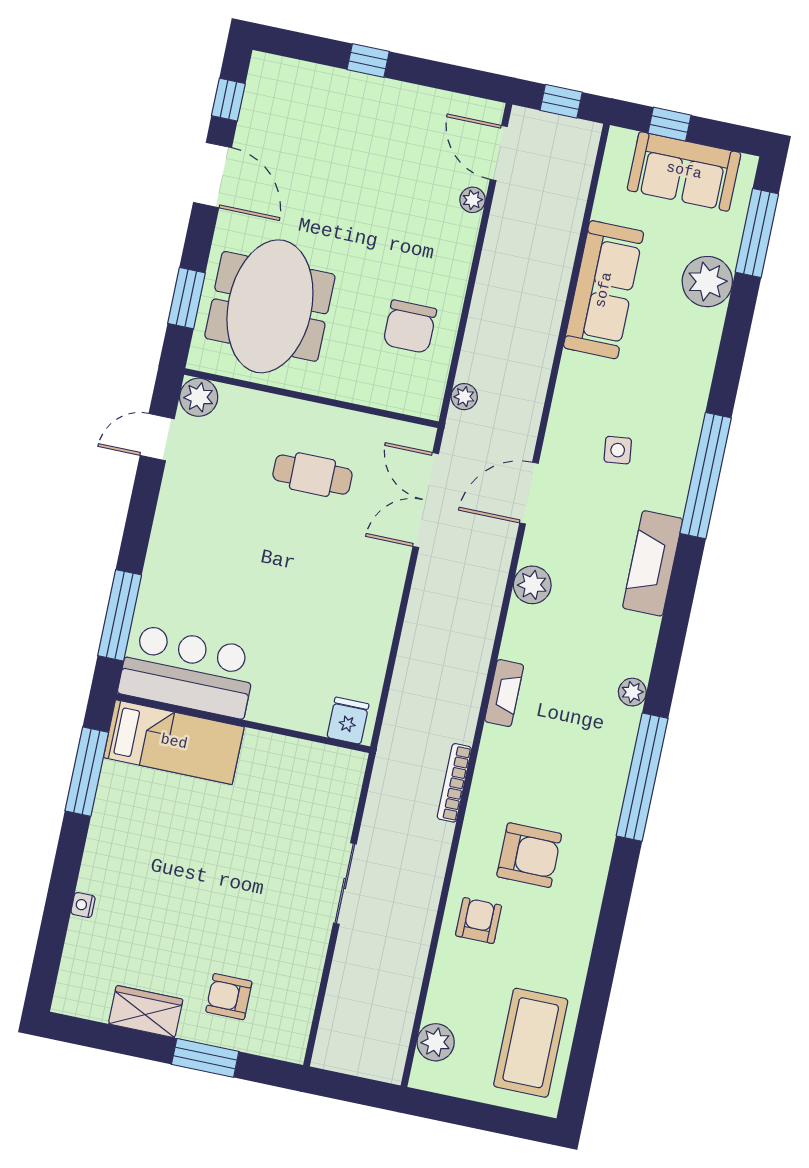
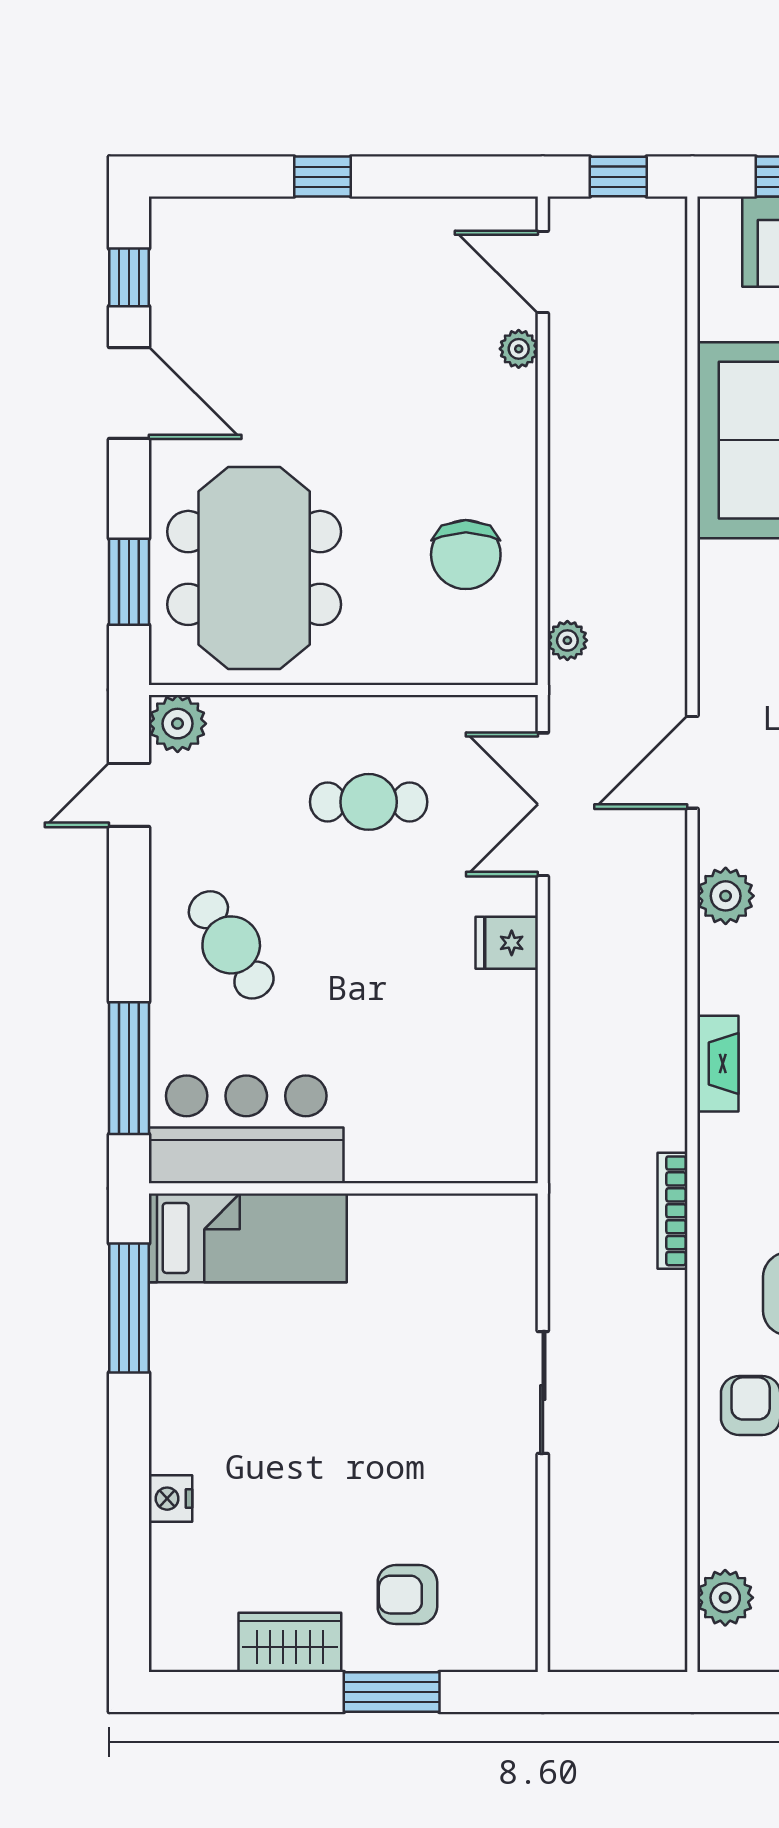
cafe table: (203, 549) -> (231, 945), added
fridge: (348, 721) -> (507, 943), moved, turned -90
nightstand: (83, 905) -> (170, 1499), width x1.39, depth x1.35

